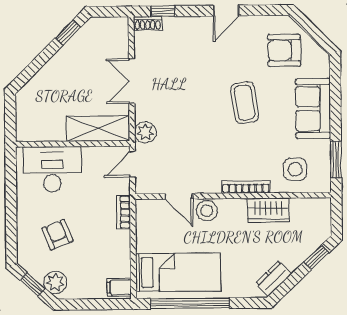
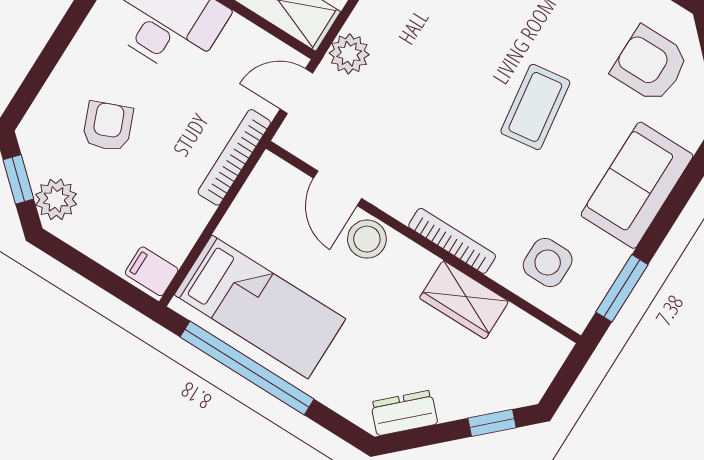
bookcase: (123, 212) -> (234, 157), width x1.56

